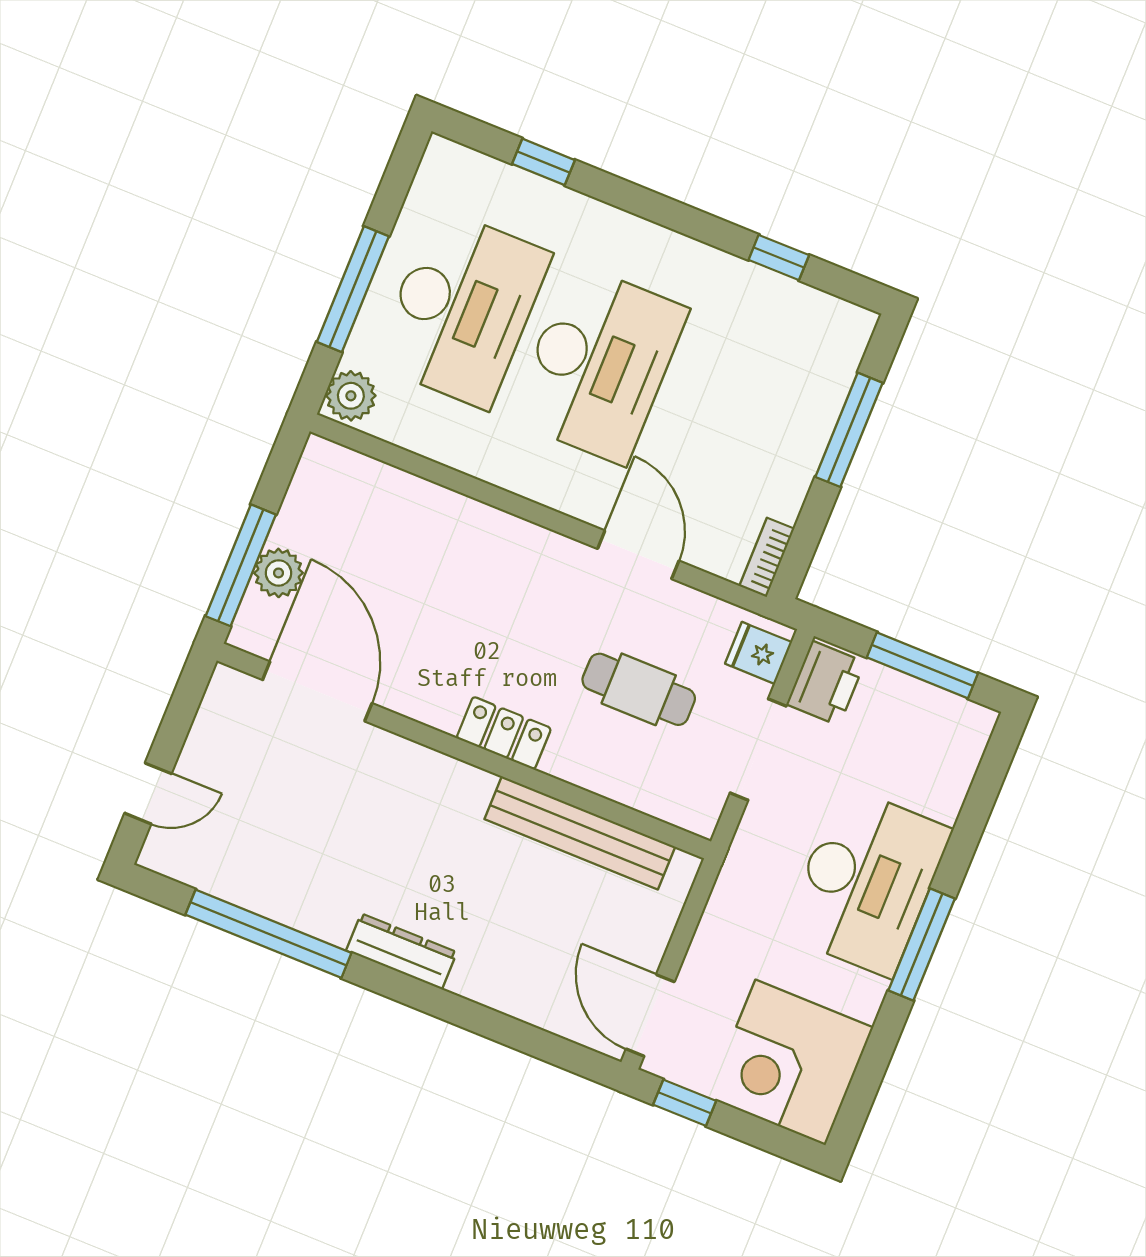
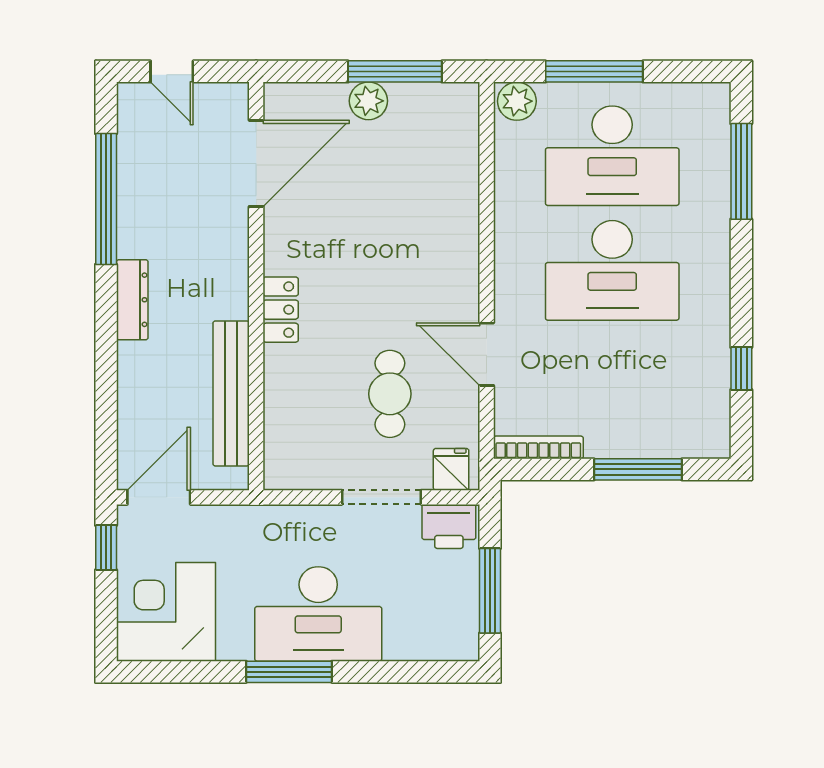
window: (543, 162) -> (741, 171), width x2.17
door: (638, 555) -> (487, 354), swing flipped
bookcase: (767, 557) -> (538, 447), width x1.56
window: (241, 565) -> (395, 71), moved
door: (317, 691) -> (256, 163), moved
locker: (504, 733) -> (281, 310), moved
wall: (464, 751) -> (256, 286), moved
bench: (580, 833) -> (231, 393), moved

